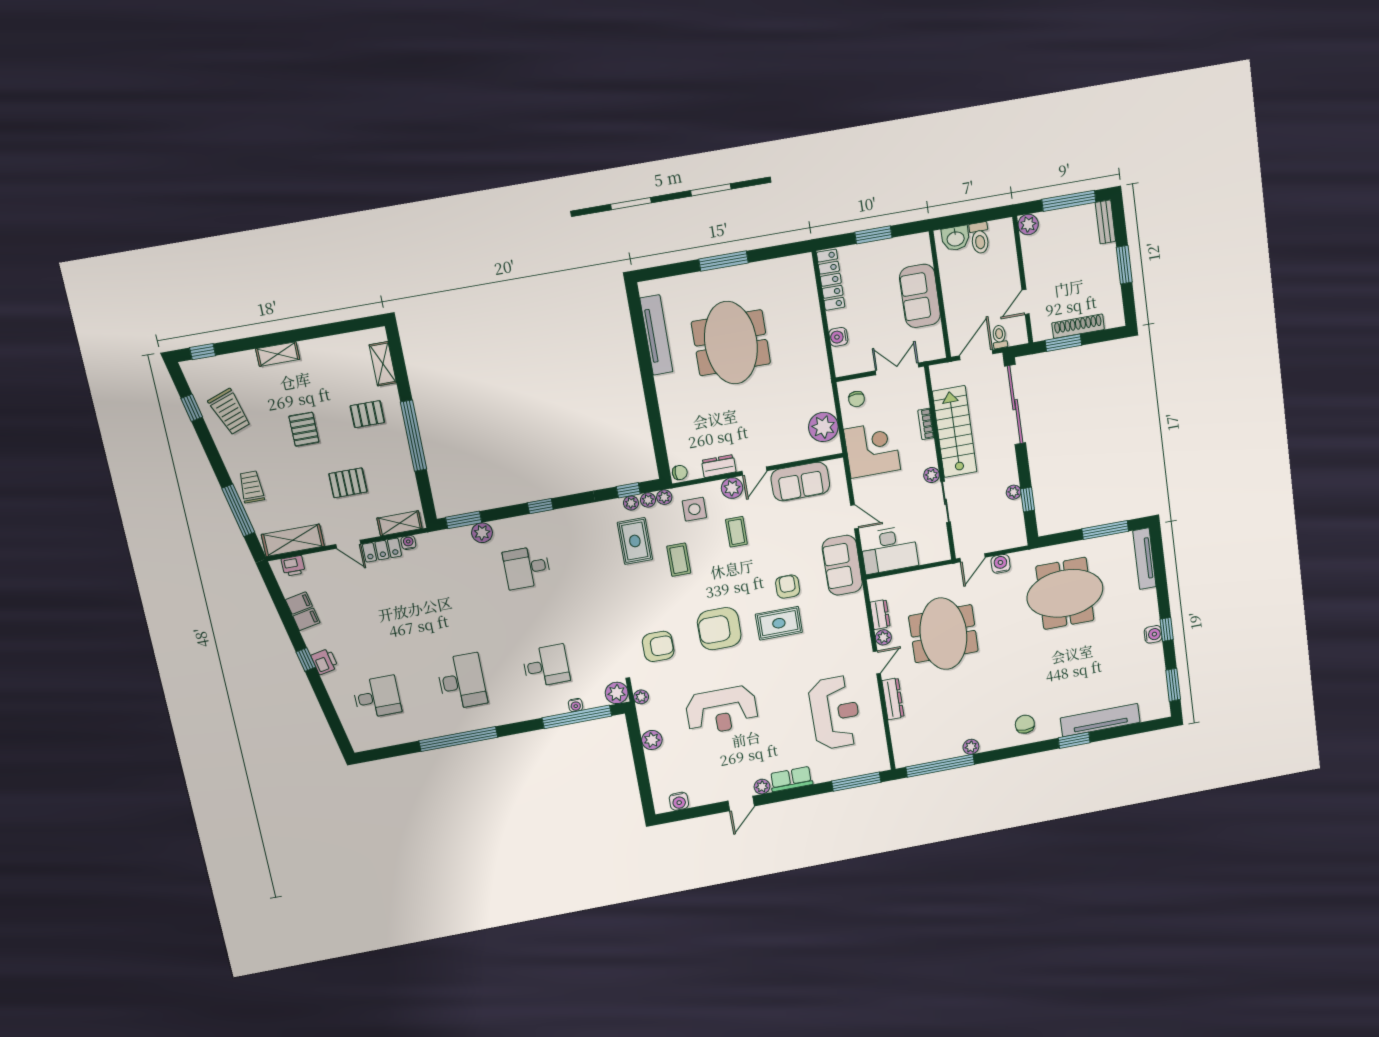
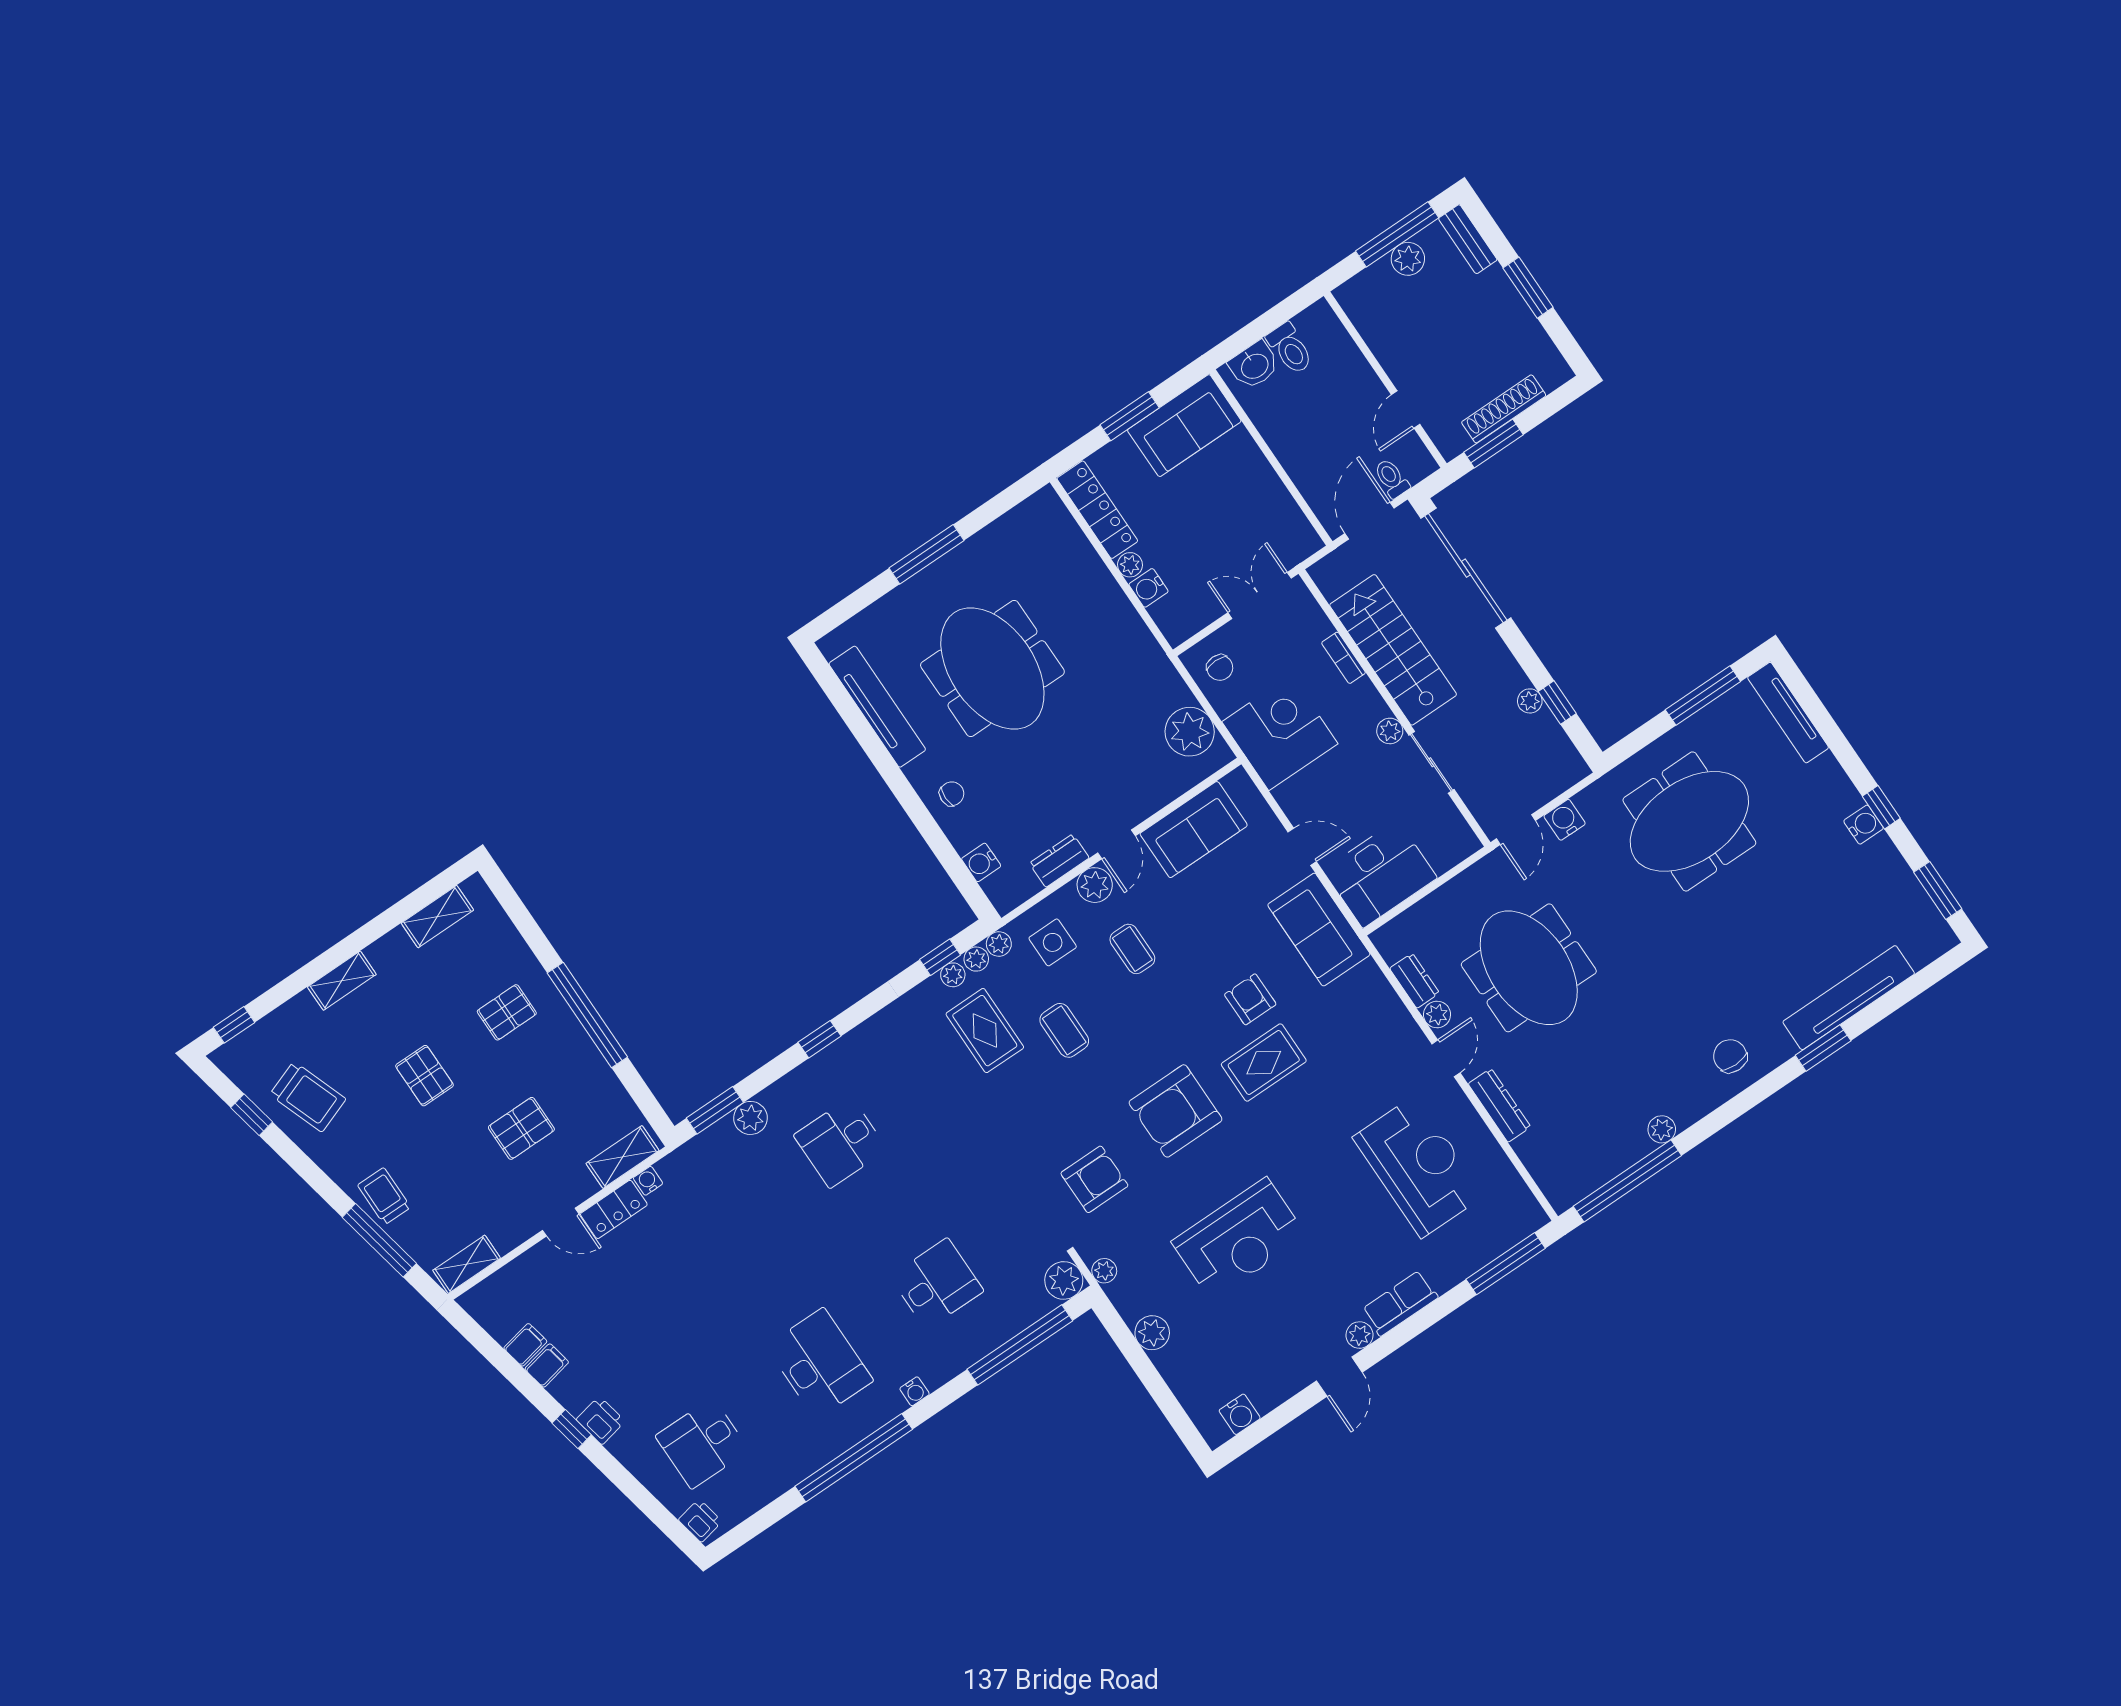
plant: (1028, 224) -> (1408, 259), moved
sofa: (920, 296) -> (1184, 426), moved, turned -90
plant: (834, 319) -> (1130, 565), added
shelving: (383, 364) -> (437, 917), moved, turned 90
water cooler: (675, 448) -> (981, 862), added
chair: (680, 473) -> (952, 794), moved
shelving: (293, 540) -> (467, 1264), width x0.67, depth x0.75
printer: (293, 566) -> (700, 1521), moved, turned -101
desk: (377, 697) -> (702, 1443), turned 180
water cooler: (576, 705) -> (915, 1391), moved

